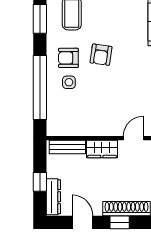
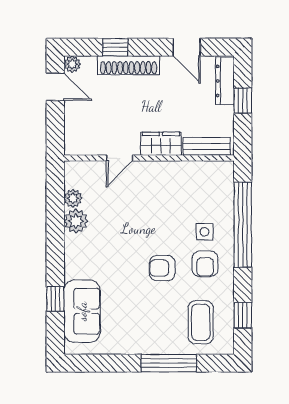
window: (40, 19) -> (243, 315), width x0.67
armchair: (101, 55) -> (162, 268), turned -98
armchair: (68, 58) -> (205, 264), turned 90
window: (120, 222) -> (115, 47), moved

